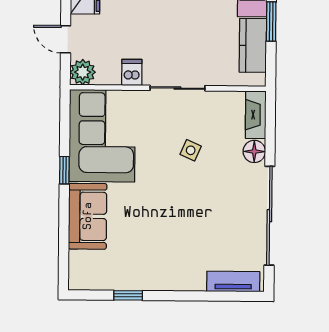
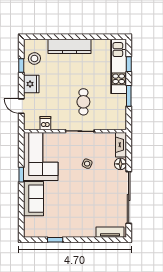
cafe table: (185, 32) -> (83, 102), added
kitchen counter: (253, 45) -> (119, 109), removed
plant: (83, 72) -> (30, 123), removed
dishwasher: (132, 72) -> (45, 123), moved

